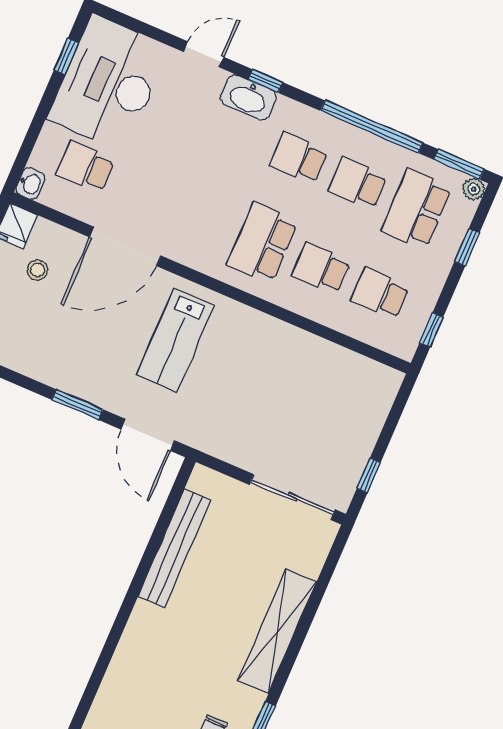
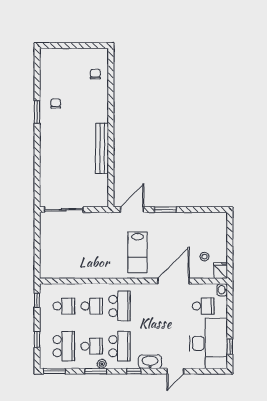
window: (265, 81) -> (134, 371), moved
window: (372, 127) -> (96, 371), width x0.47
school desk: (299, 158) -> (119, 346), width x1.85
plant: (474, 189) -> (102, 364), moved
lab bench: (175, 340) -> (137, 252), turned 180
door: (148, 435) -> (132, 210), hinge flipped
window: (369, 475) -> (37, 232), removed
bench: (174, 548) -> (102, 148), moved
shelving: (277, 631) -> (47, 153), removed

